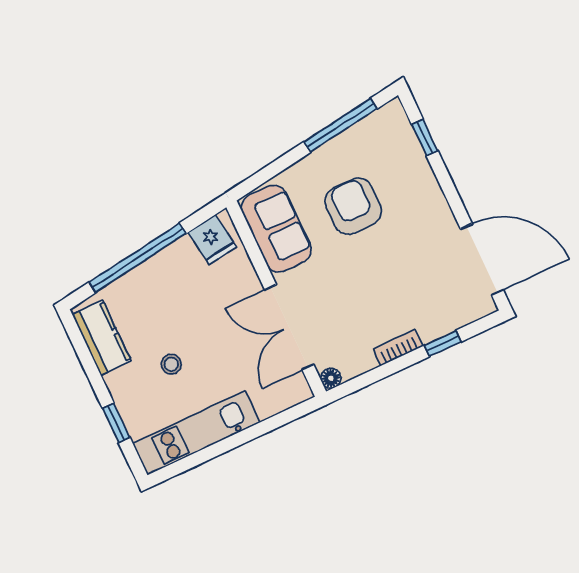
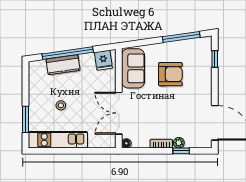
armchair: (353, 206) -> (170, 74), turned 90
plant: (431, 330) -> (179, 143), added
kitchen counter: (102, 338) -> (63, 65), moved, turned 82
window: (116, 423) -> (26, 119), width x1.50

